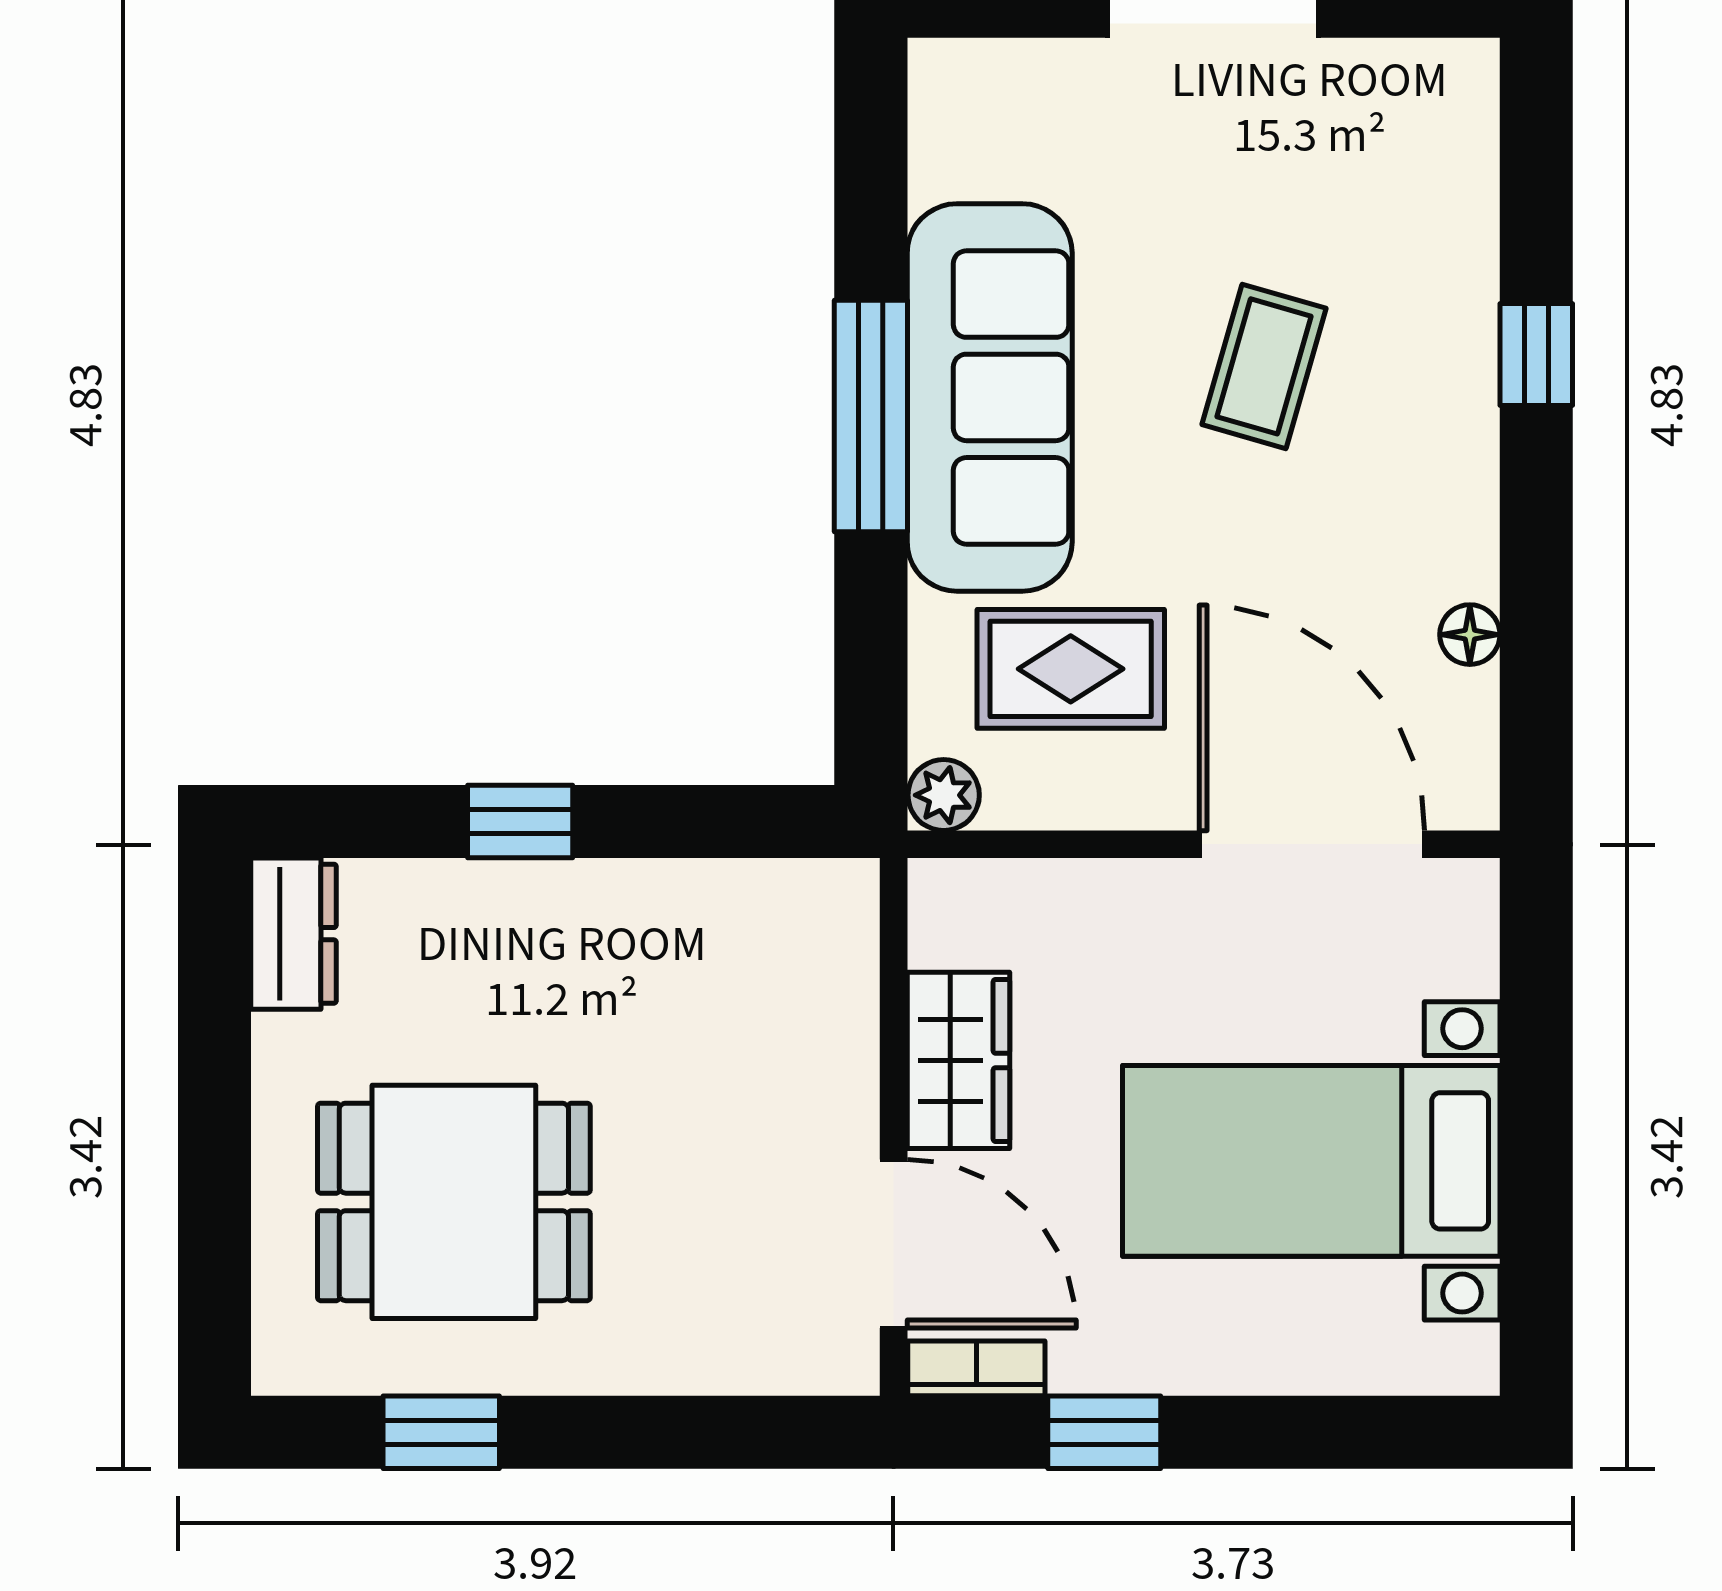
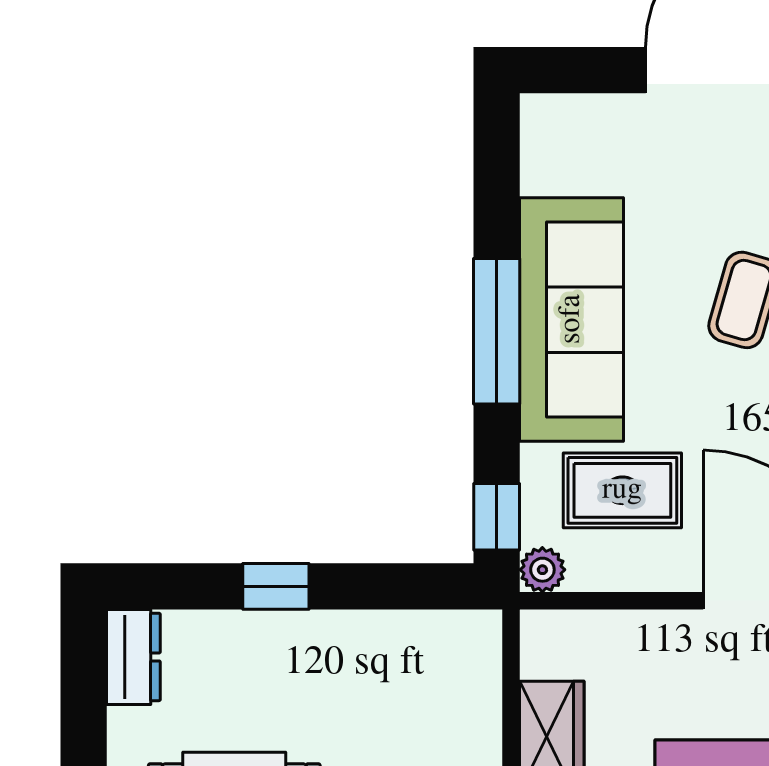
window: (871, 711) -> (497, 517), added

